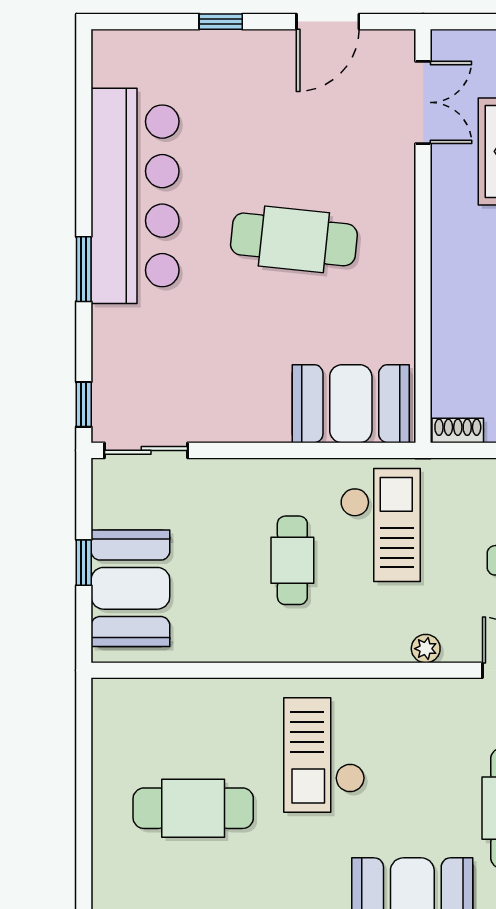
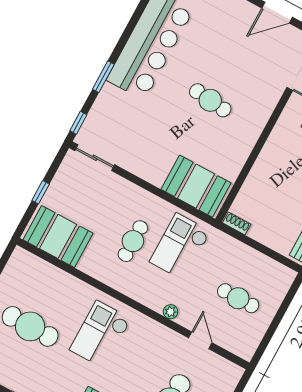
cafe table: (294, 239) -> (210, 100), width x0.73, depth x0.74
window: (84, 269) -> (103, 77), moved
checkout: (380, 525) -> (180, 247), turned 180
booth: (130, 588) -> (58, 236), moved, turned 90

